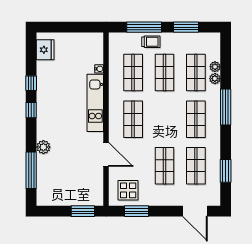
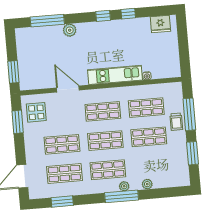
plant: (215, 67) -> (124, 186), moved
shop shelf: (196, 72) -> (105, 141), moved
door: (106, 154) -> (68, 89), swing flipped

